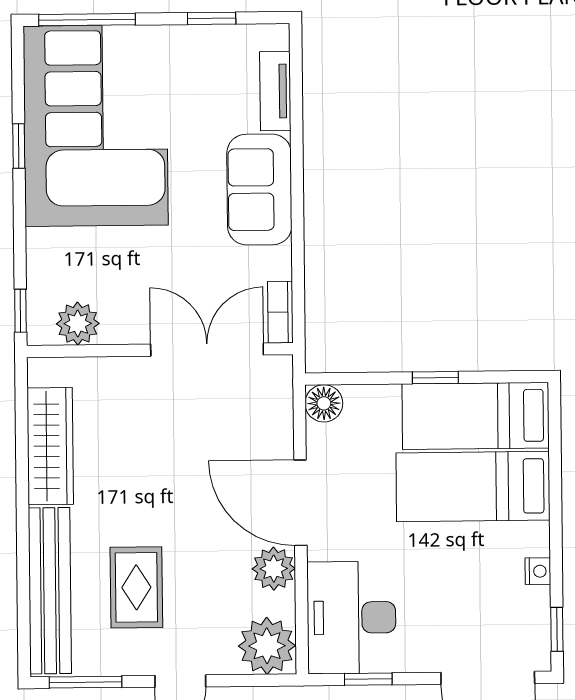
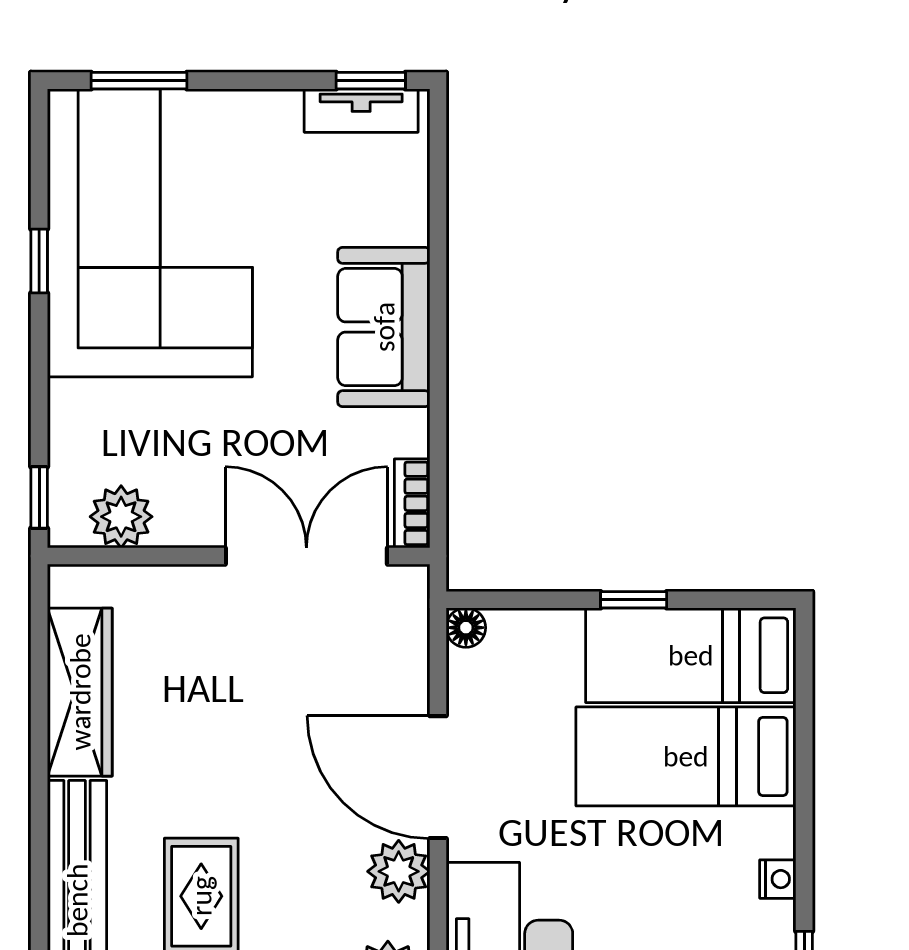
window: (212, 18) -> (371, 81), moved
window: (87, 20) -> (139, 81), width x0.69
tv unit: (275, 91) -> (361, 111), moved, turned -90
floor lamp: (324, 403) -> (466, 628), width x0.73, depth x0.73

